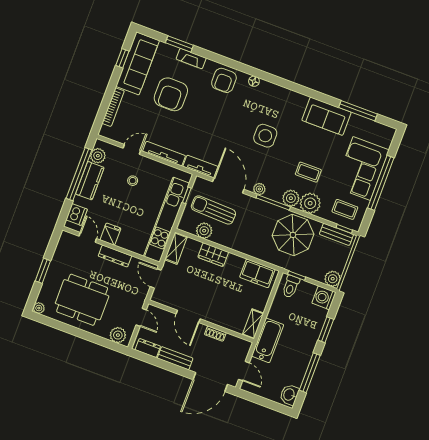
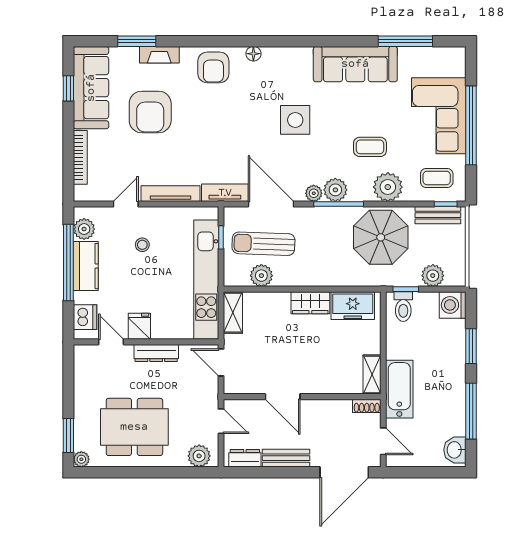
sofa: (327, 116) -> (355, 64), width x1.36
plant: (291, 198) -> (335, 190), moved
wardrobe: (213, 255) -> (310, 303), moved
window: (43, 271) -> (68, 435), moved
plant: (333, 279) -> (433, 276), moved
shoe rack: (215, 334) -> (367, 406), moved

